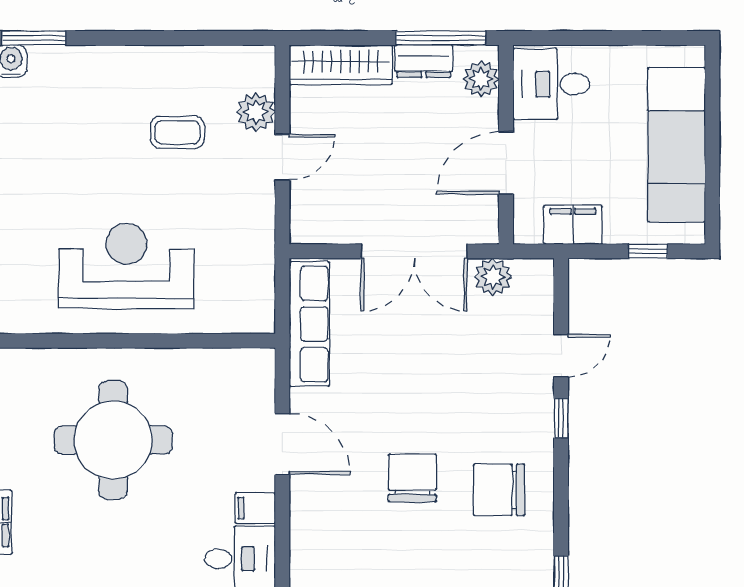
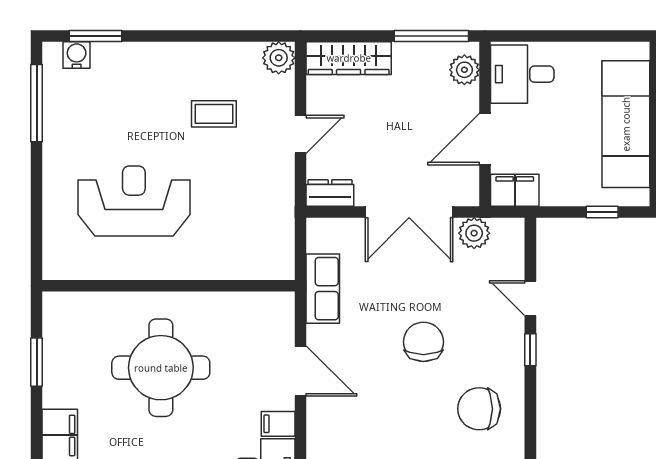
dresser: (424, 61) -> (330, 193), moved, turned 180
plant: (256, 112) -> (279, 58), moved
filing cabinet: (573, 225) -> (515, 190), moved
reception desk: (126, 266) -> (134, 201), moved
row of seats: (309, 324) -> (323, 289), width x0.68
door: (561, 356) -> (530, 298), swing flipped
chair: (412, 478) -> (423, 342), moved

